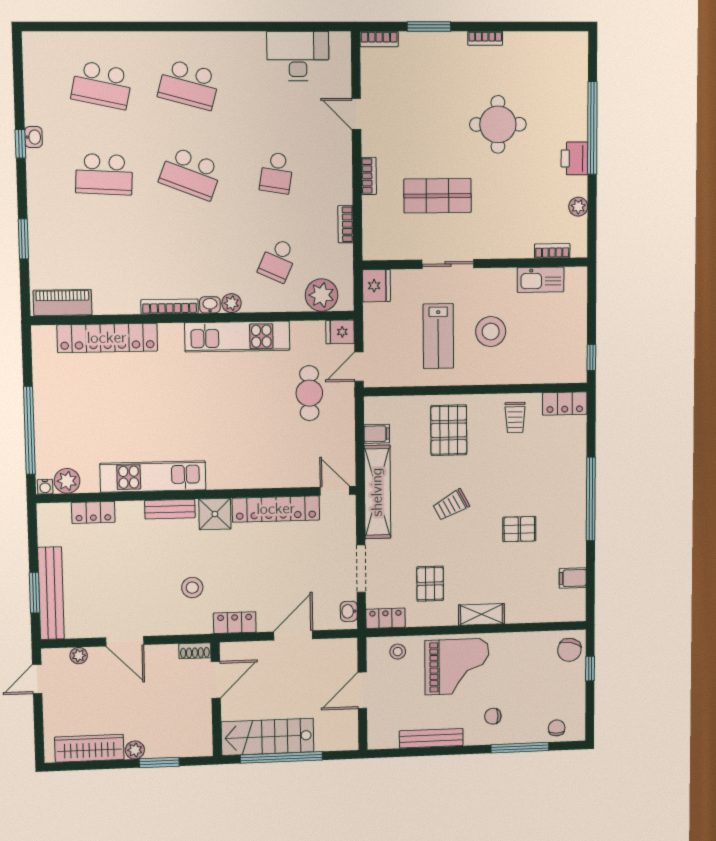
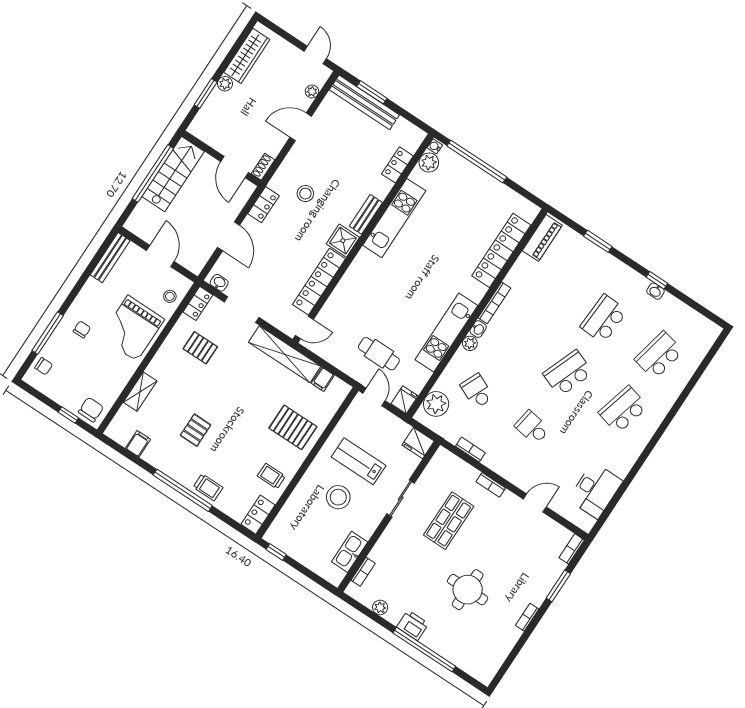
trolley: (451, 505) -> (208, 487), moved, turned 118
shelving: (481, 614) -> (140, 392), moved
chair: (569, 650) -> (91, 410), turned 77
bench: (431, 738) -> (110, 258), moved

